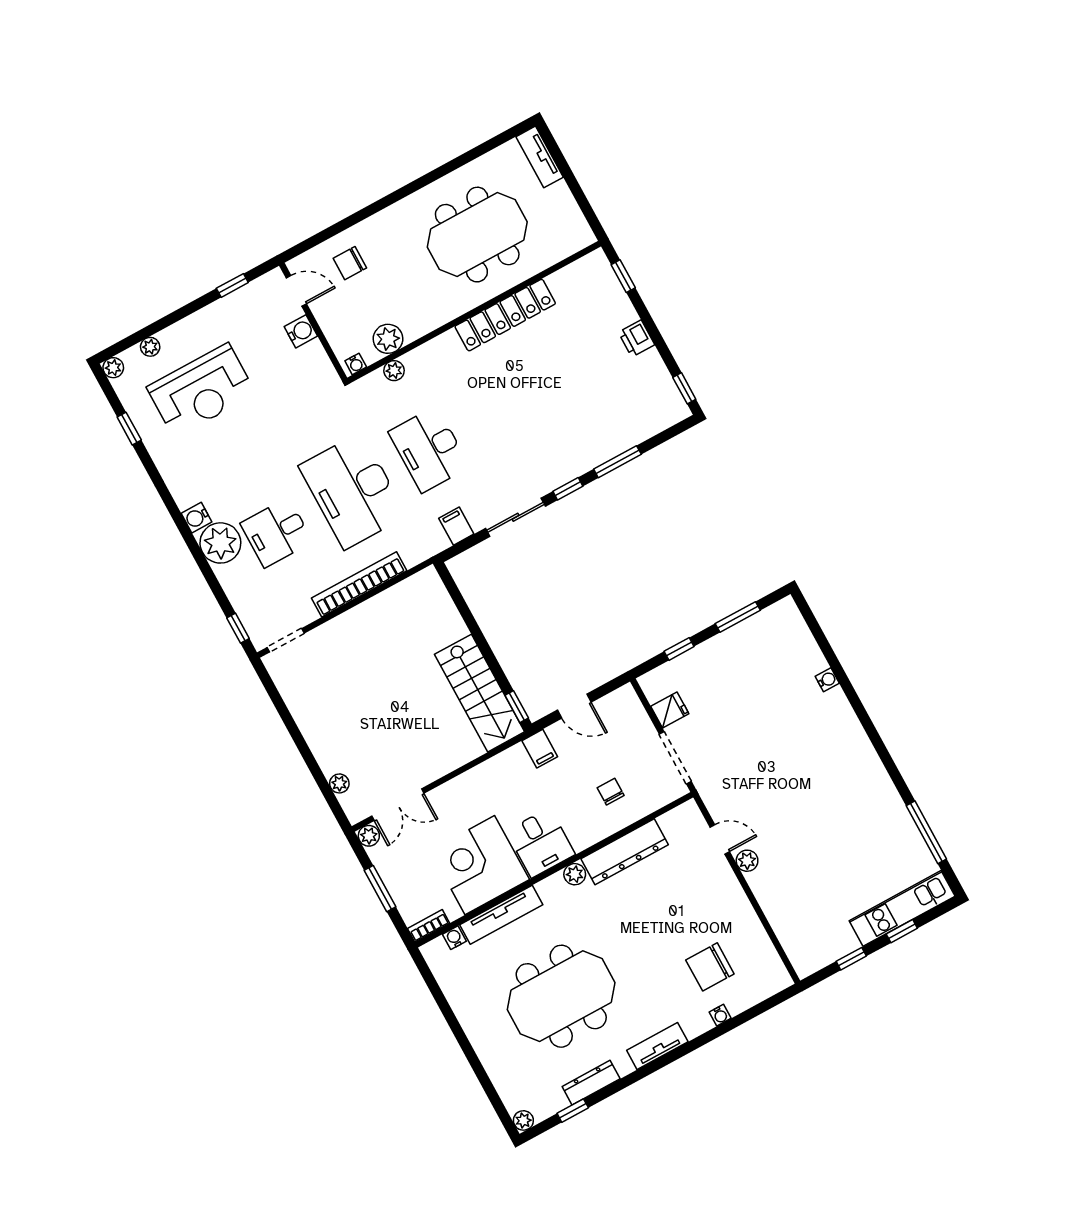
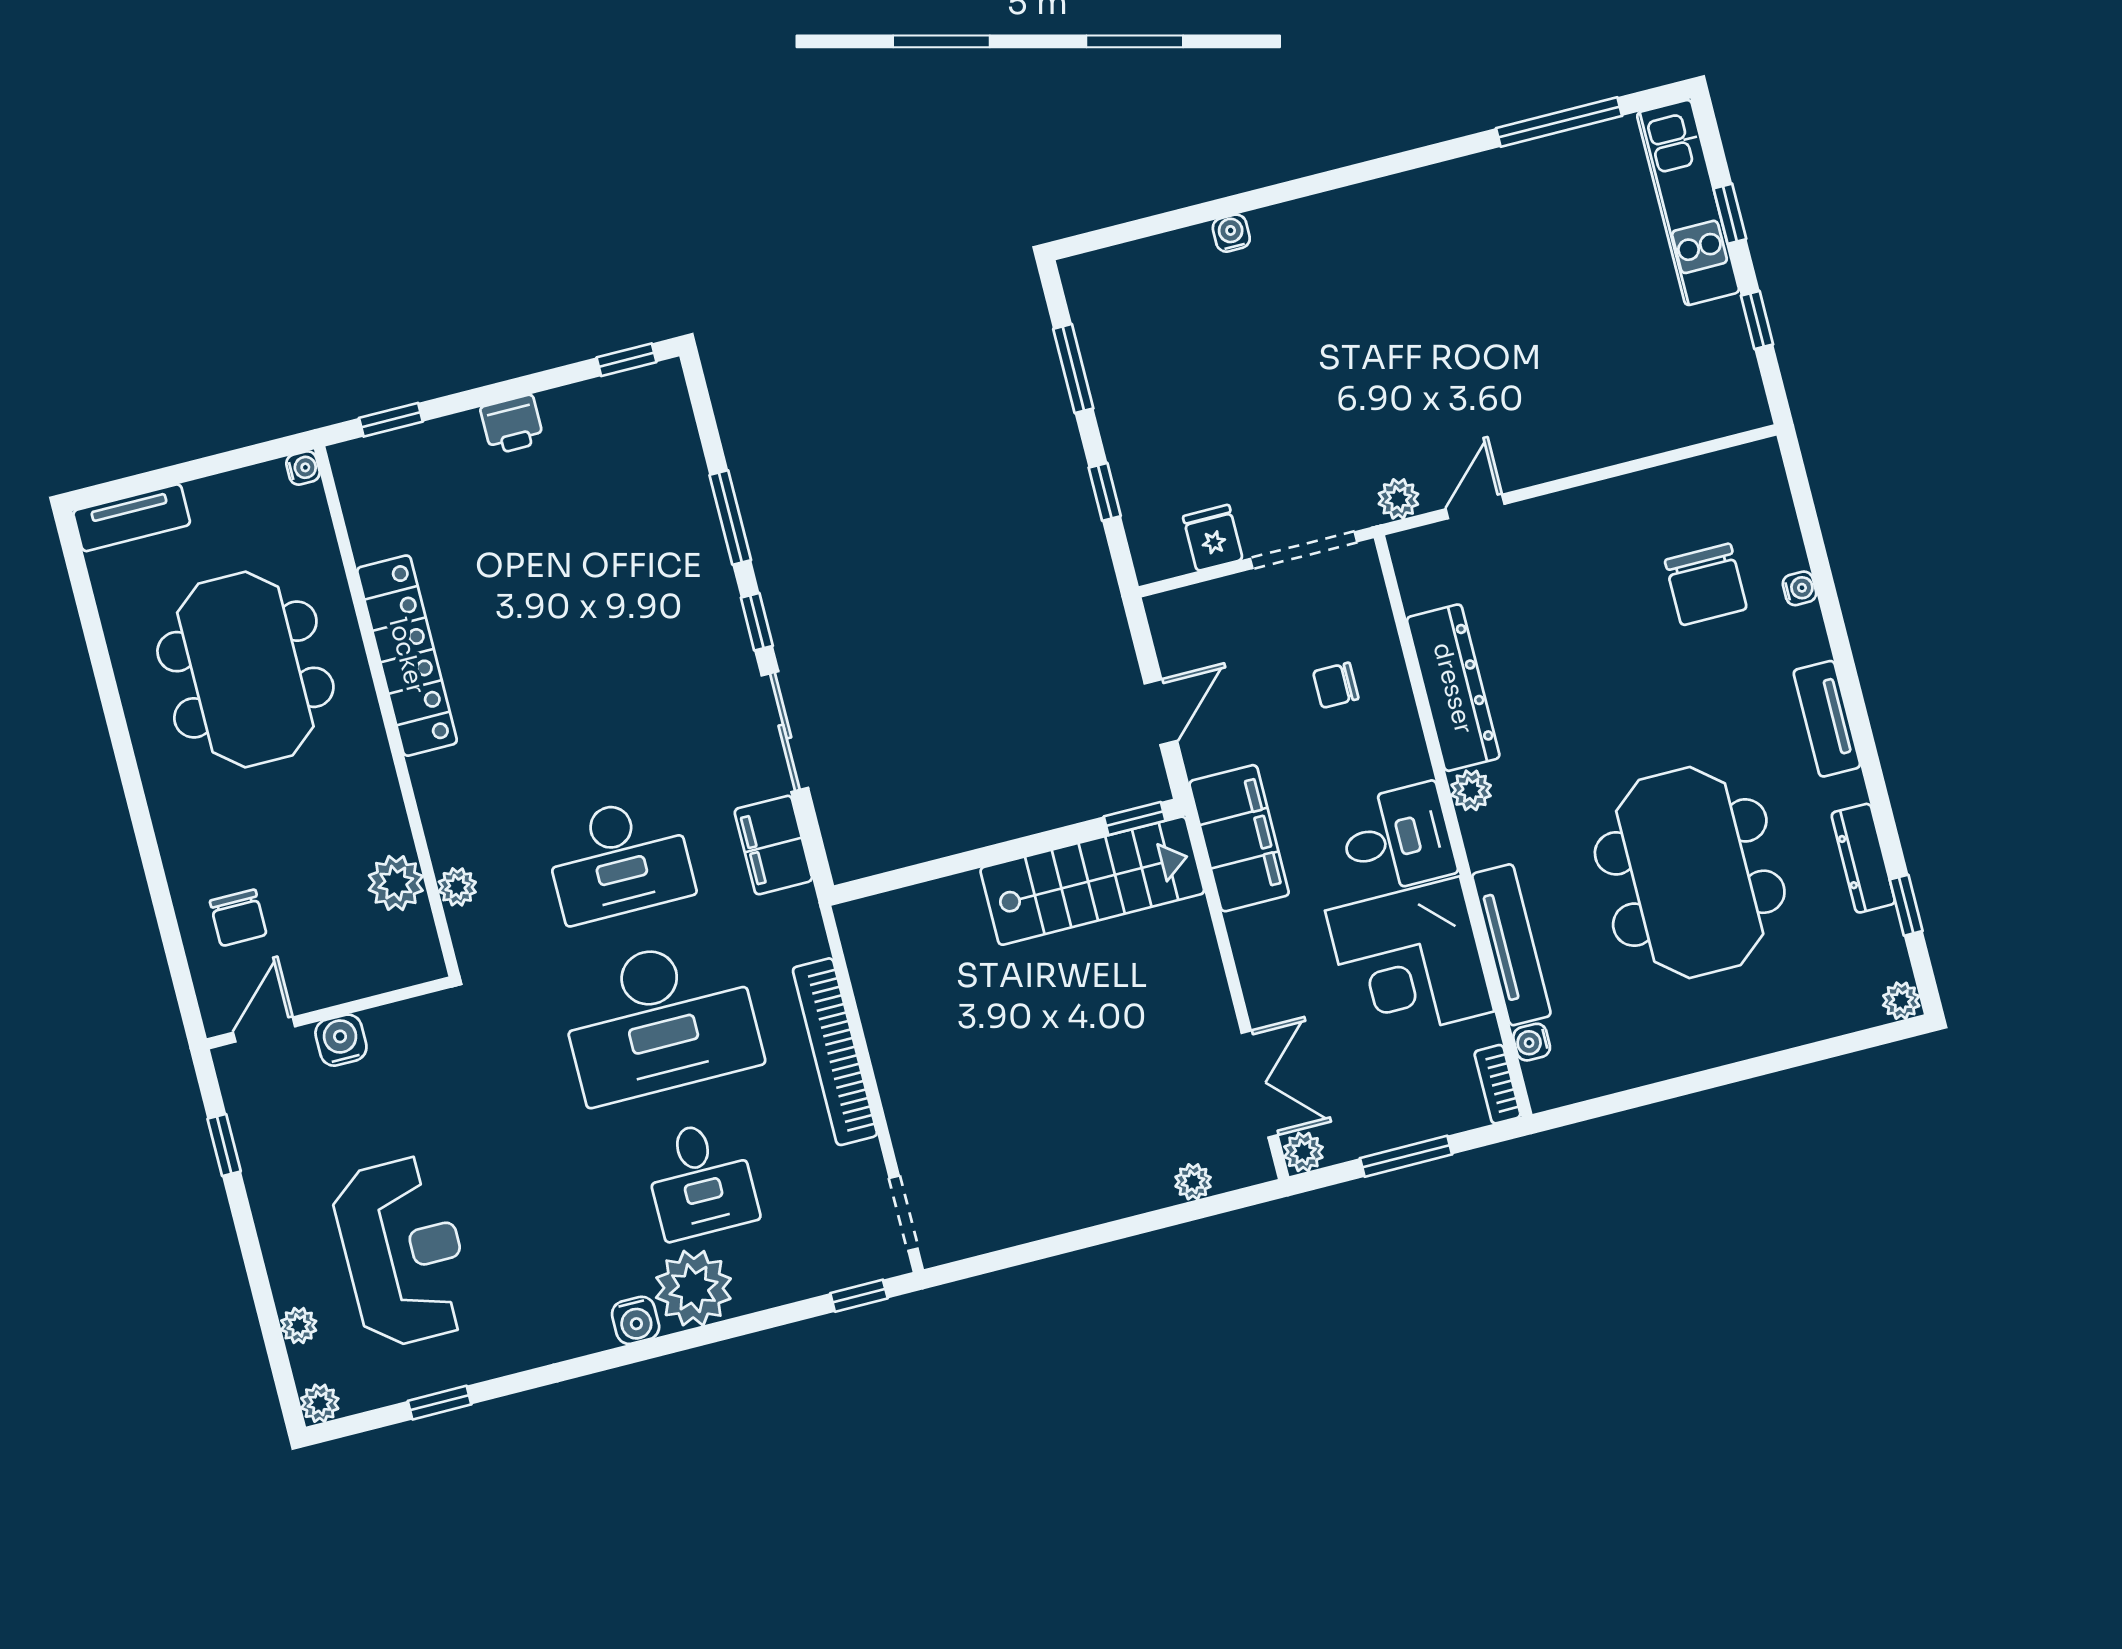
water cooler: (356, 364) -> (303, 468), moved
filing cabinet: (456, 526) -> (773, 845), width x2.00
filing cabinet: (540, 749) -> (1239, 838), width x3.00, depth x1.17
plant: (747, 861) -> (1398, 499), moved

